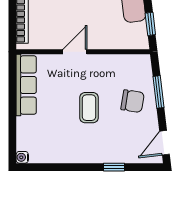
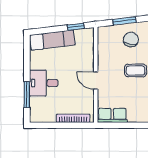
row of seats: (26, 85) -> (112, 115), width x0.68

